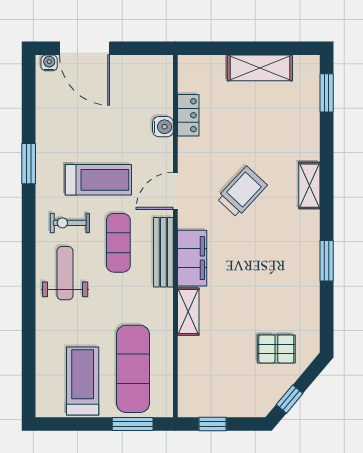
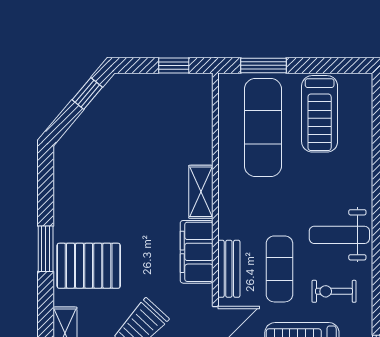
exercise bike: (70, 223) -> (334, 291), turned 180
bench: (163, 252) -> (229, 269), width x0.73
weight bench: (65, 273) -> (339, 235), turned 90
pallet: (276, 349) -> (89, 266), moved, width x1.50, depth x1.42

